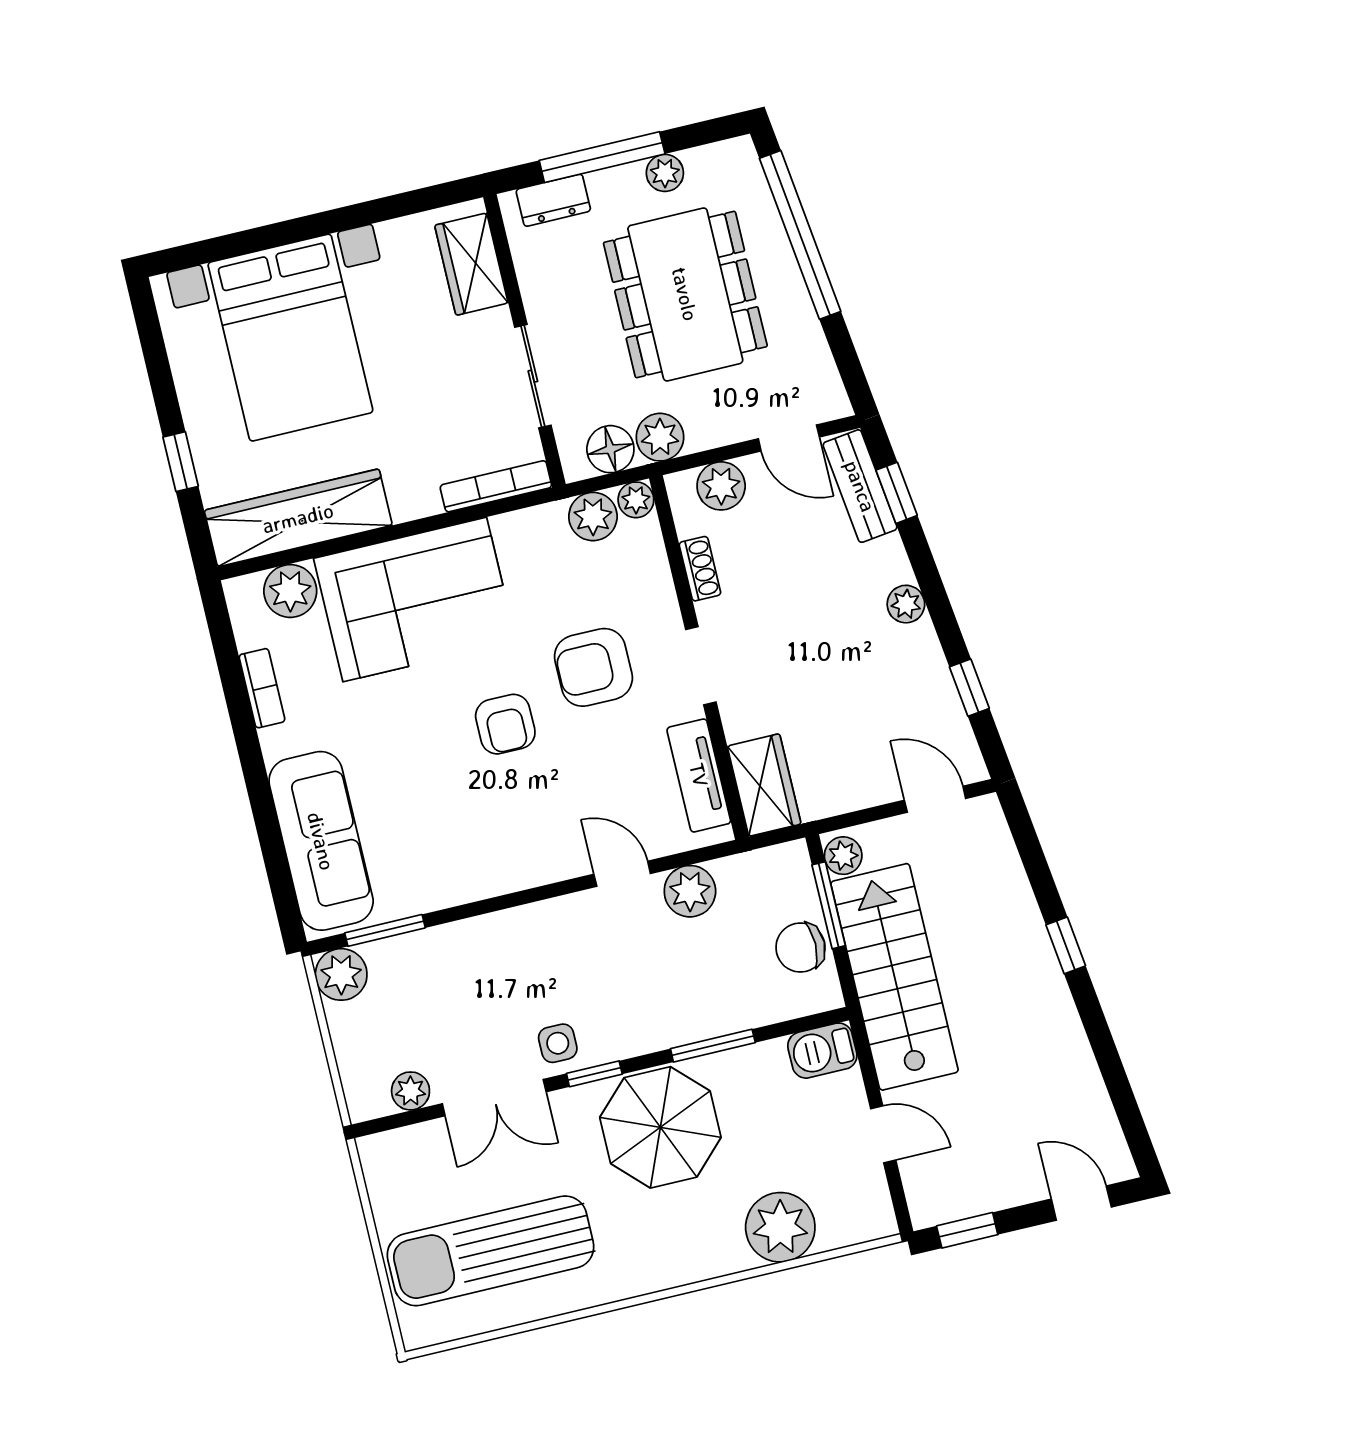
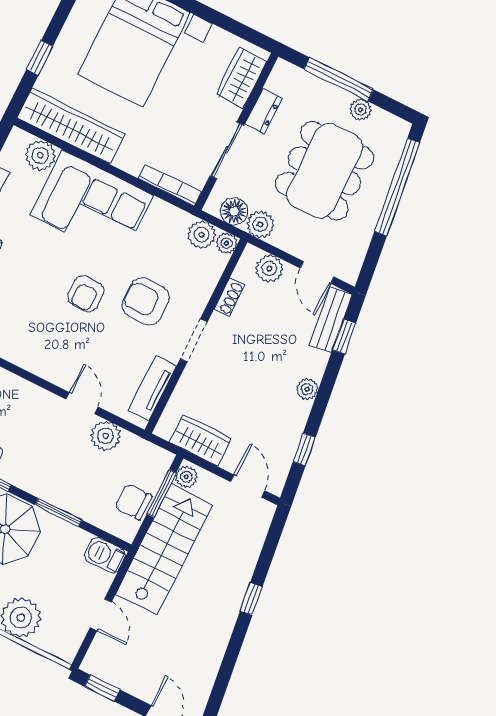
dresser: (553, 200) -> (263, 111), moved, turned -90
wardrobe: (764, 785) -> (200, 440), moved, turned -90

